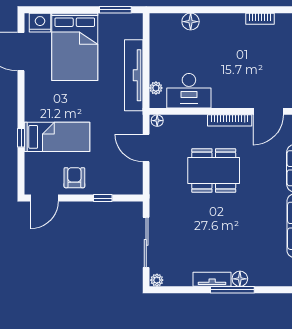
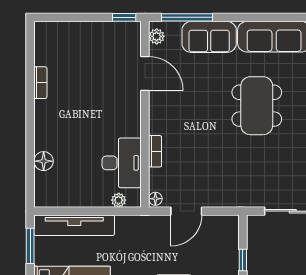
tv unit: (134, 75) -> (74, 225), moved
bookcase: (230, 120) -> (155, 151), moved, width x0.64
dining table: (214, 170) -> (257, 106), moved

